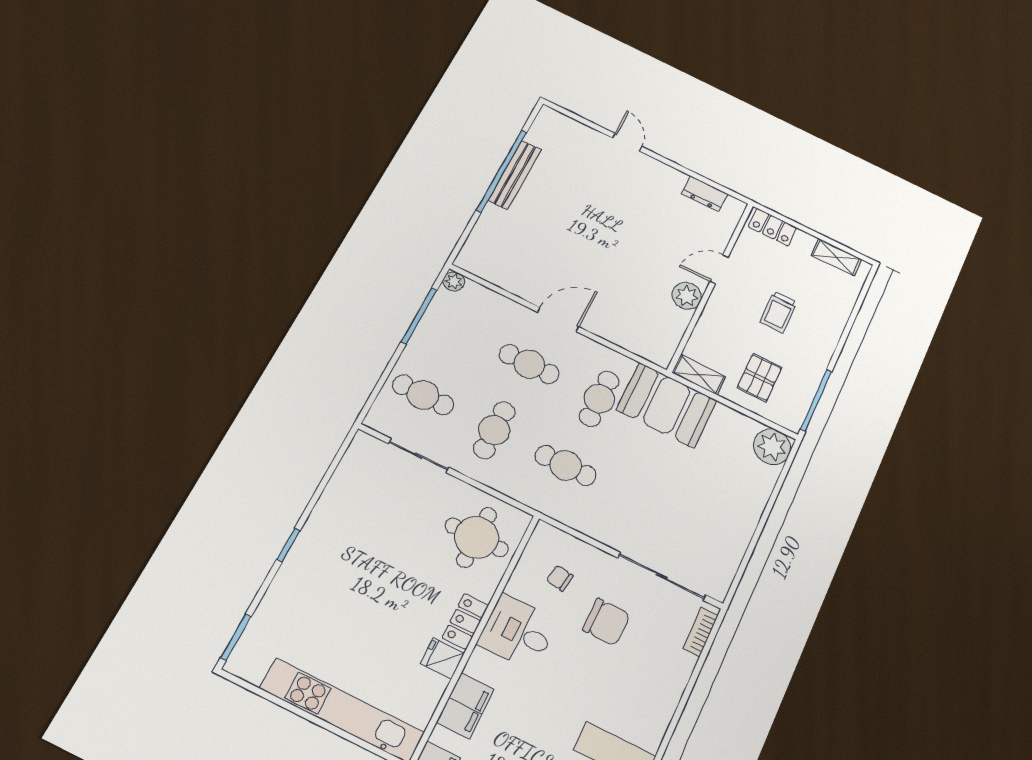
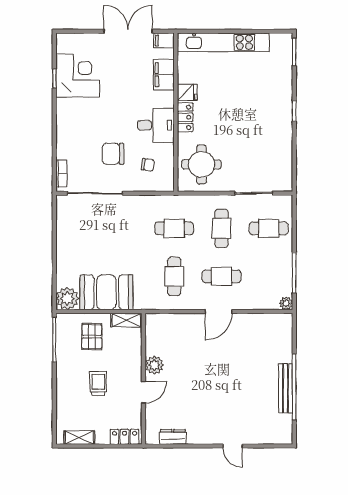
booth: (667, 405) -> (106, 292), moved

